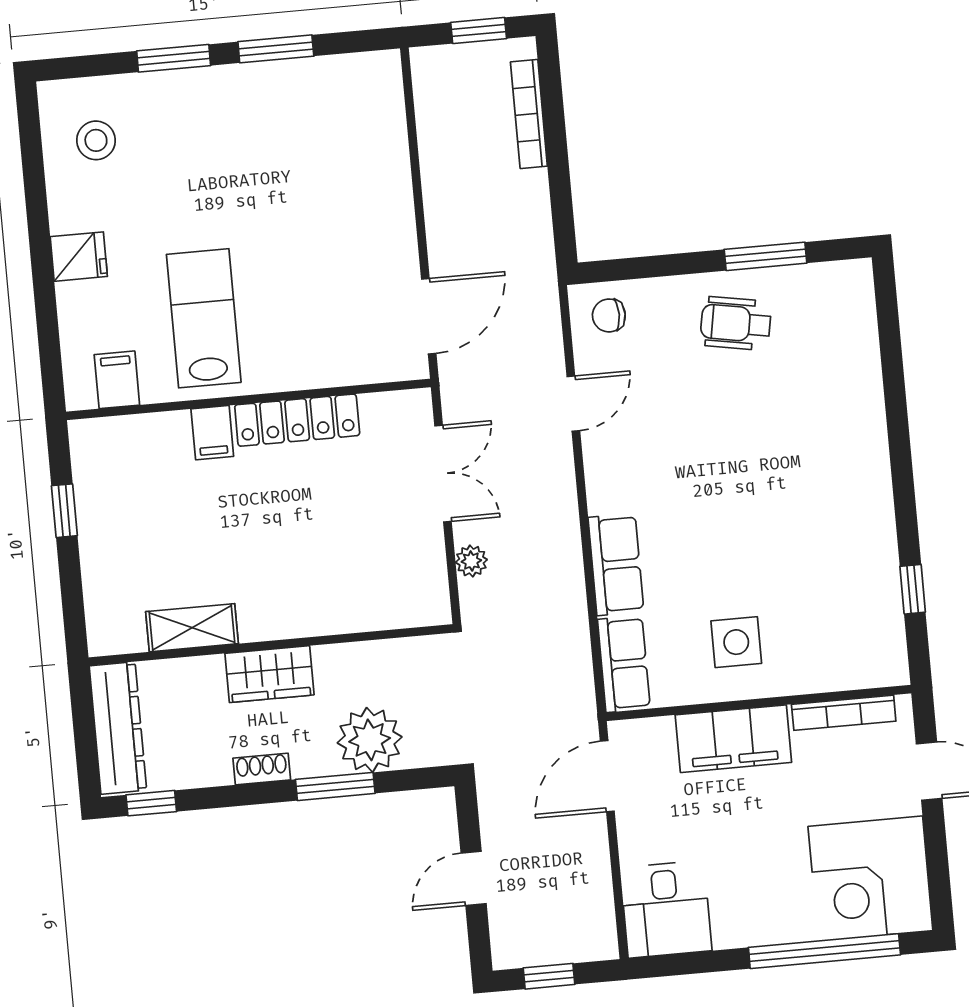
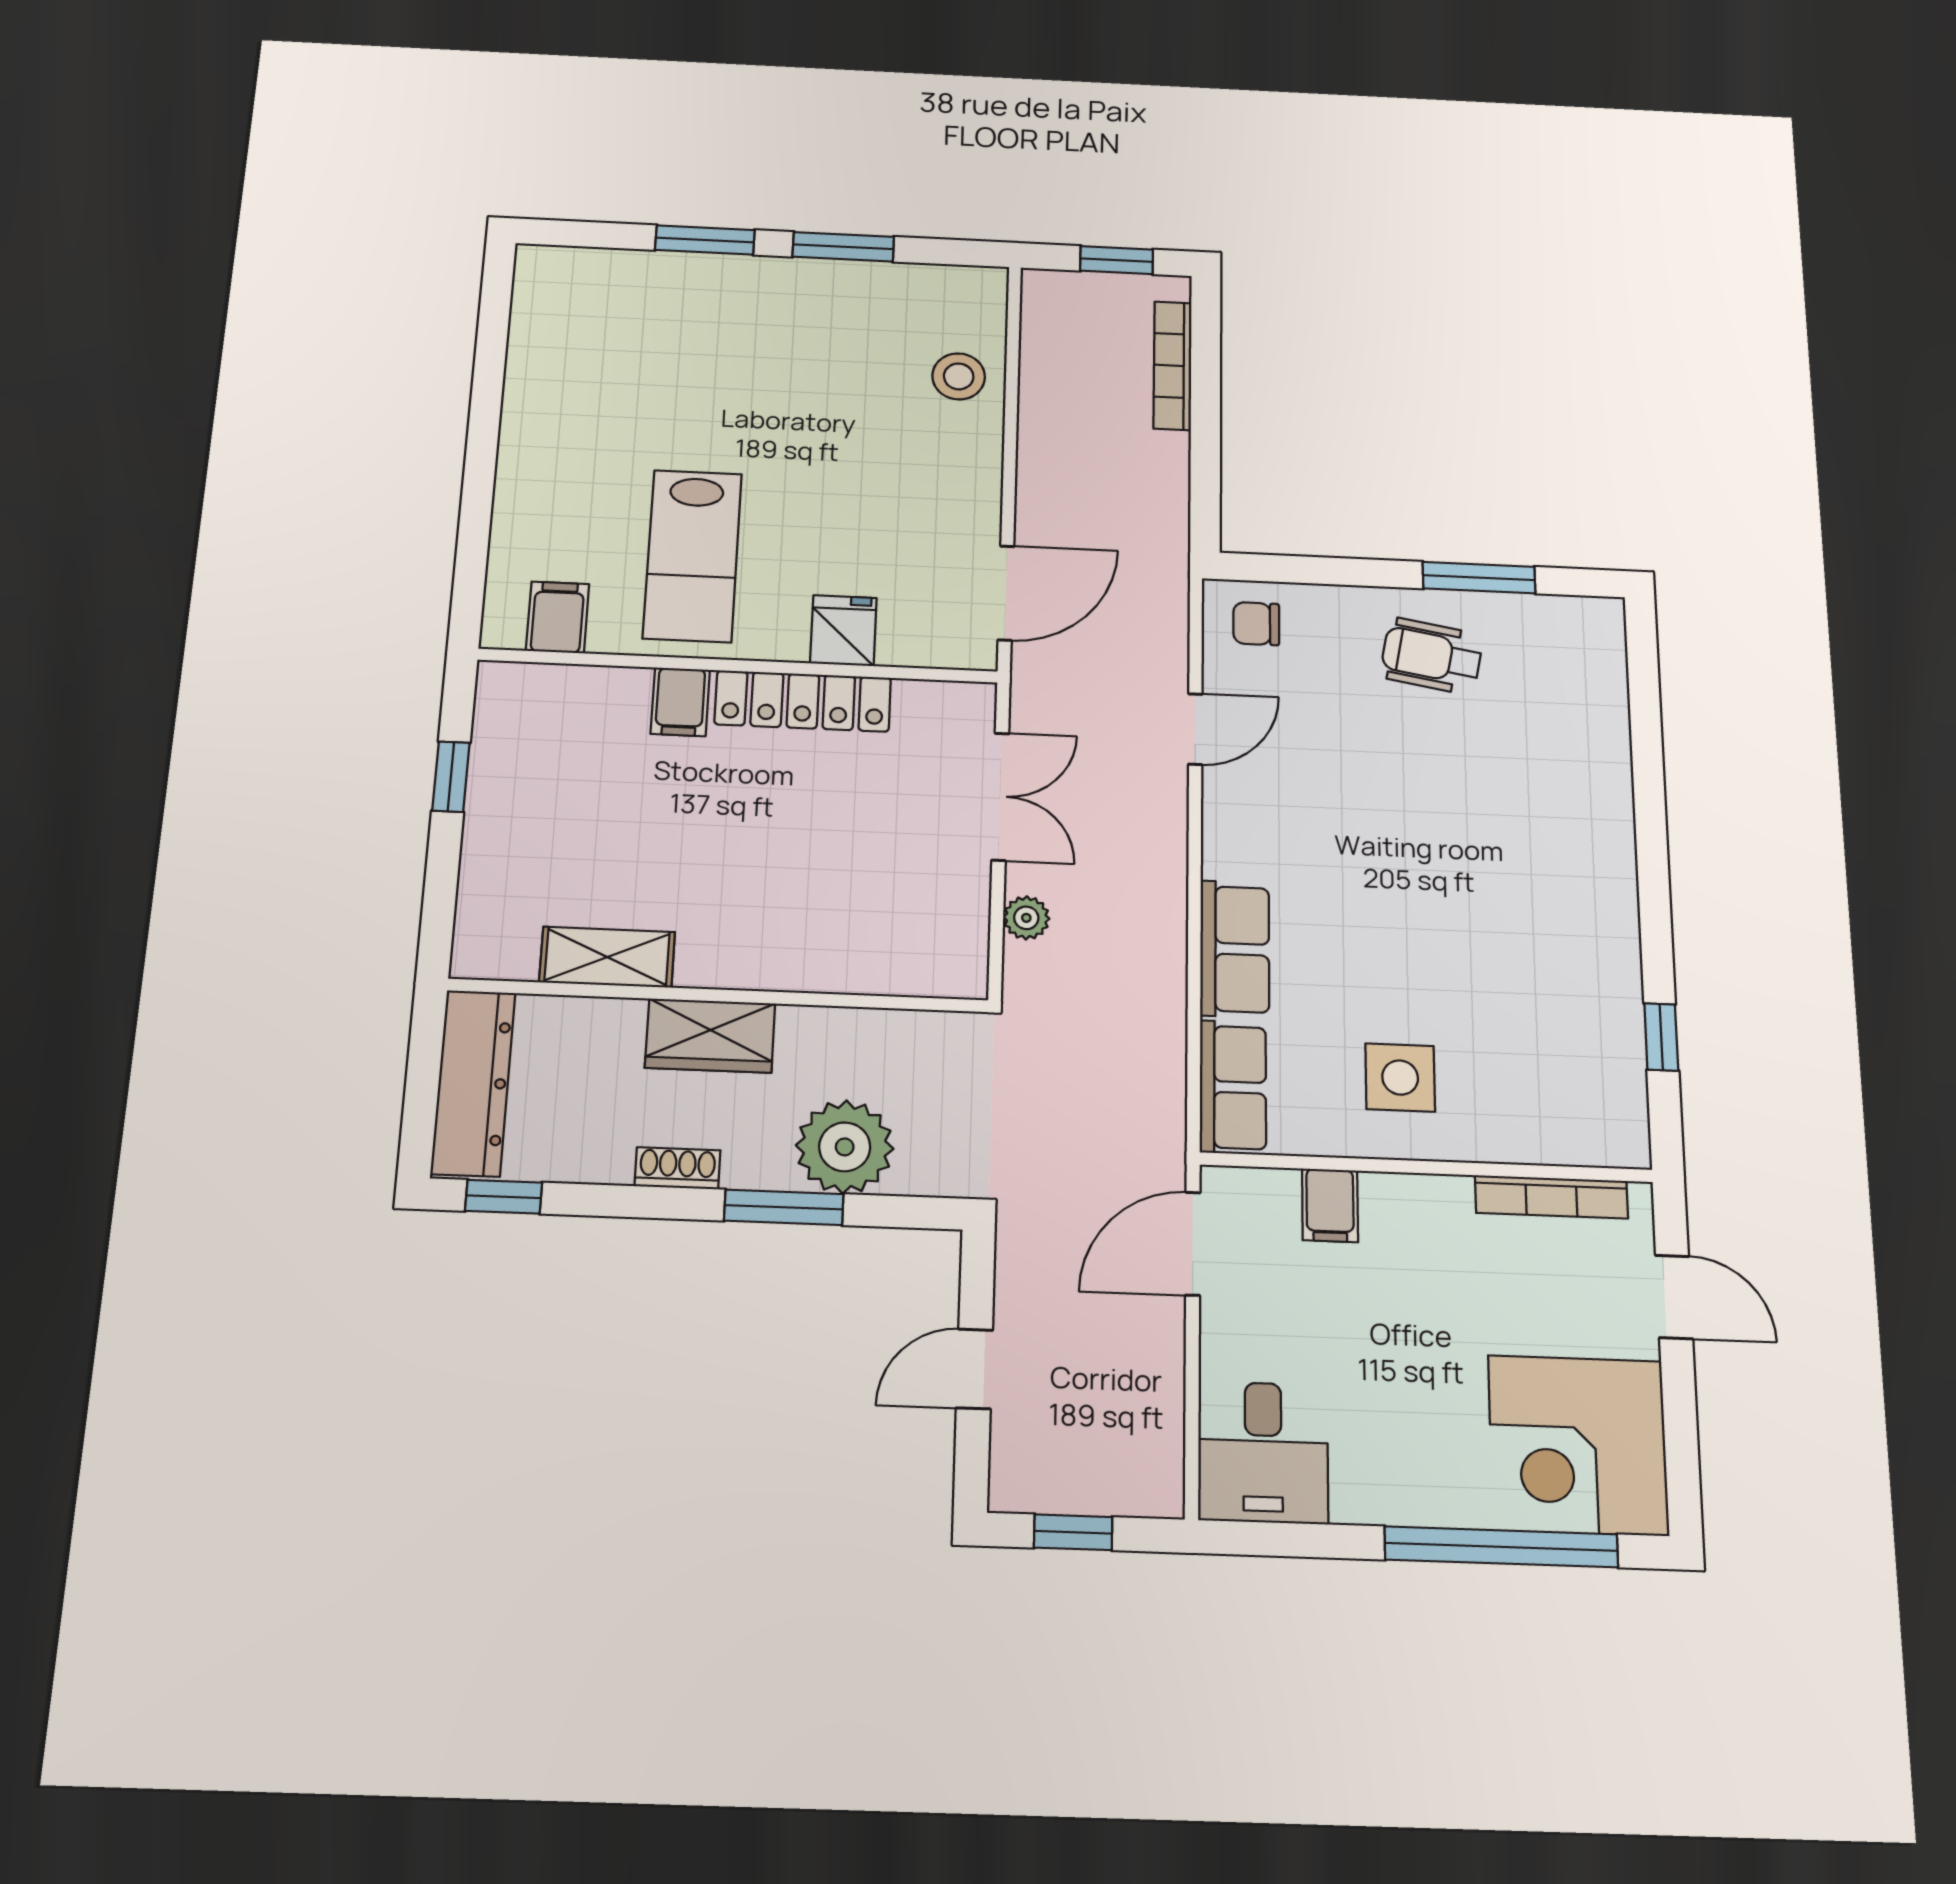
stool: (96, 140) -> (959, 376), moved
fridge: (79, 257) -> (843, 631), moved, turned -90
lab bench: (204, 318) -> (693, 556), turned 180
filing cabinet: (733, 739) -> (1330, 1205), width x0.33, depth x0.86

